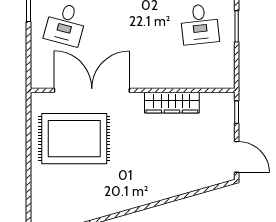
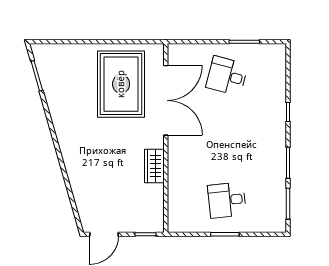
wardrobe: (172, 103) -> (154, 166), width x0.67

